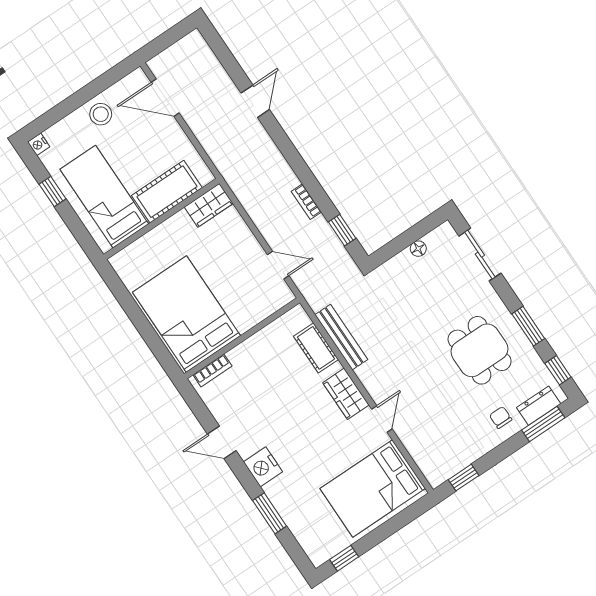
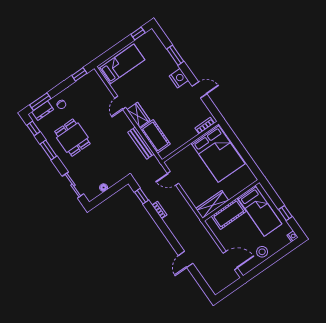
wardrobe: (209, 205) -> (212, 204), width x1.50
cot: (316, 348) -> (155, 136), width x1.37, depth x1.34
bed: (373, 488) -> (122, 64), width x0.67

